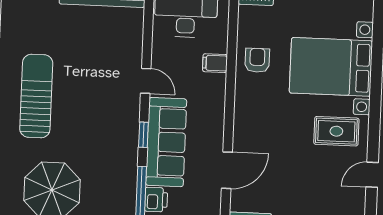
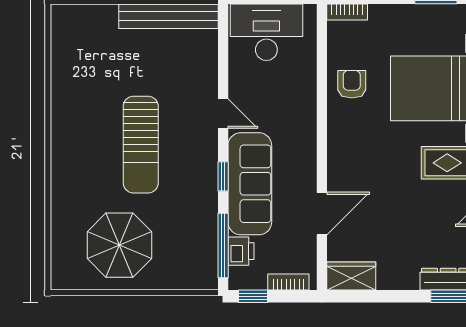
filing cabinet: (215, 63) -> (303, 90), removed
sun lounger: (36, 96) -> (141, 145), moved, turned 180

